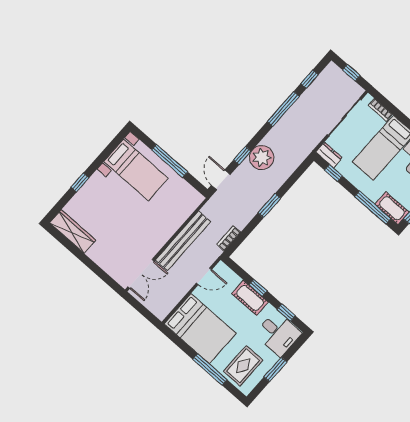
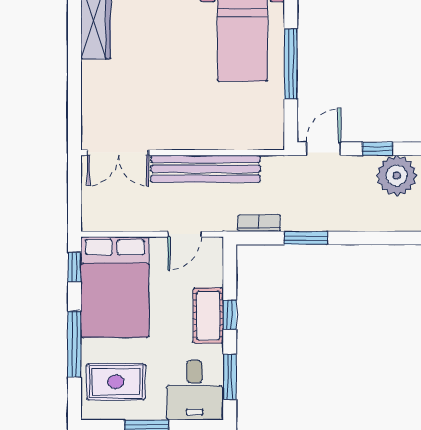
window: (269, 206) -> (306, 238), moved
door: (204, 276) -> (184, 234), hinge flipped
window: (286, 313) -> (230, 377), width x1.50
window: (175, 339) -> (74, 267), added

